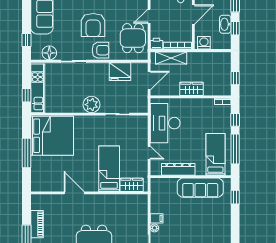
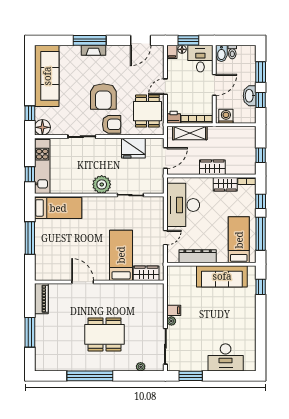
floor lamp: (49, 53) -> (42, 127), moved
wardrobe: (203, 104) -> (225, 184), added
bed: (52, 136) -> (58, 208), width x0.49
door: (149, 153) -> (165, 238), hinge flipped
piano: (37, 224) -> (41, 299), moved

